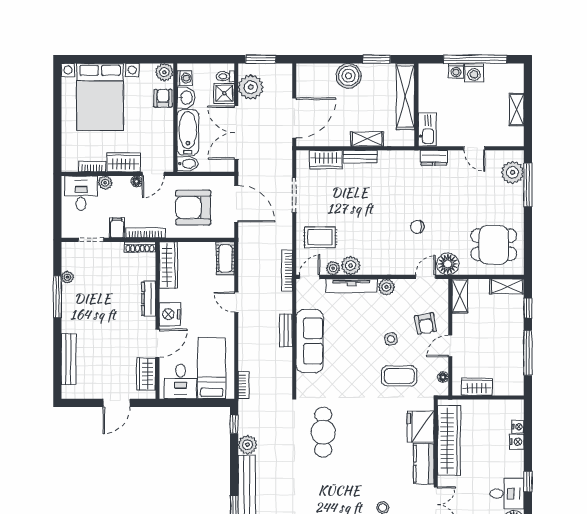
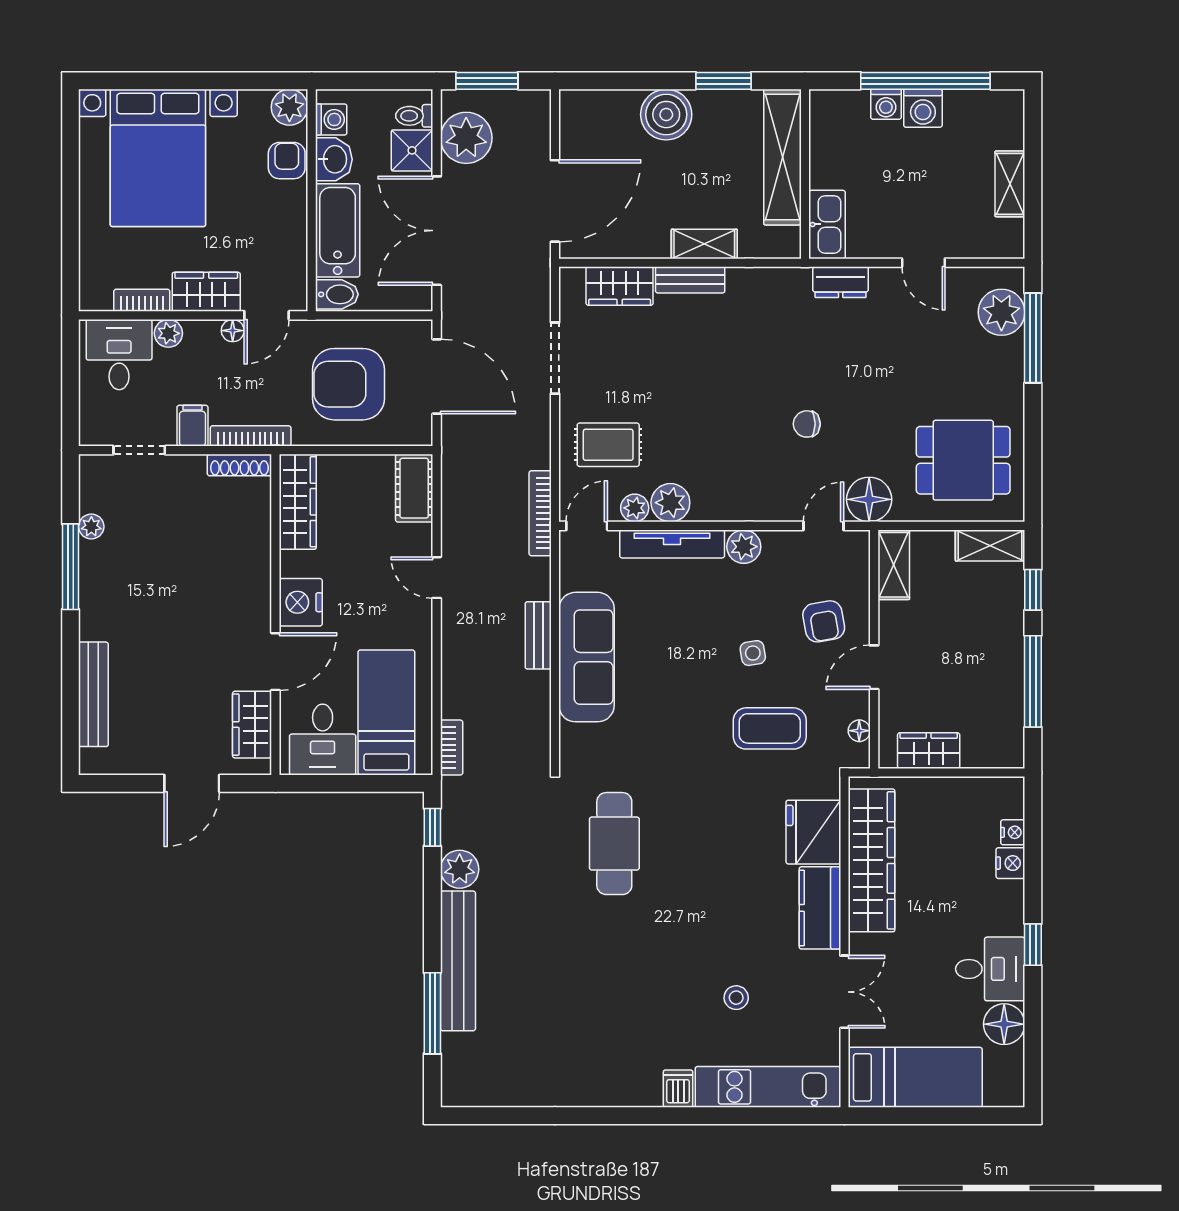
dresser: (149, 299) -> (257, 571), removed

